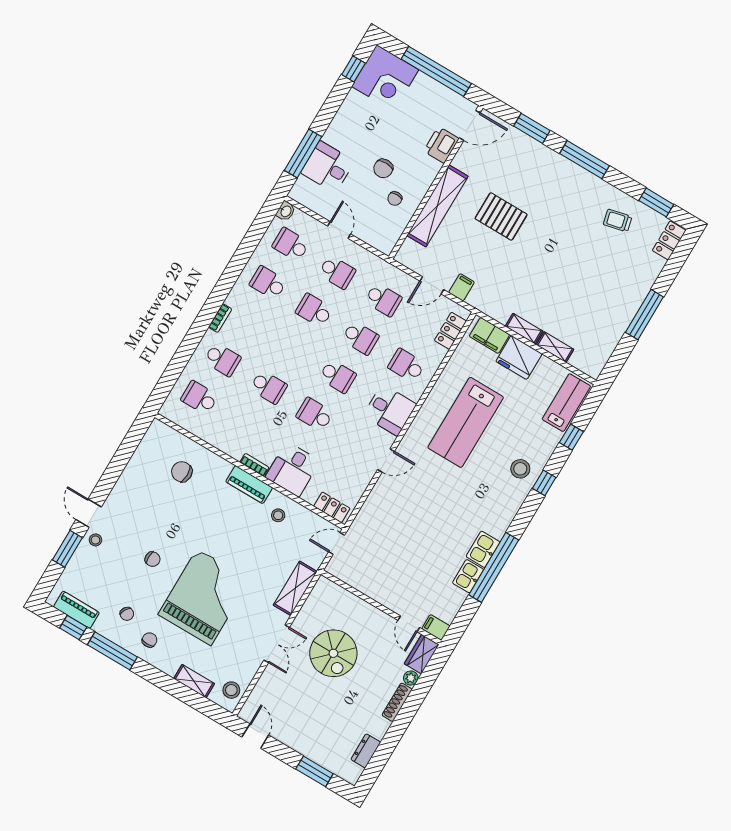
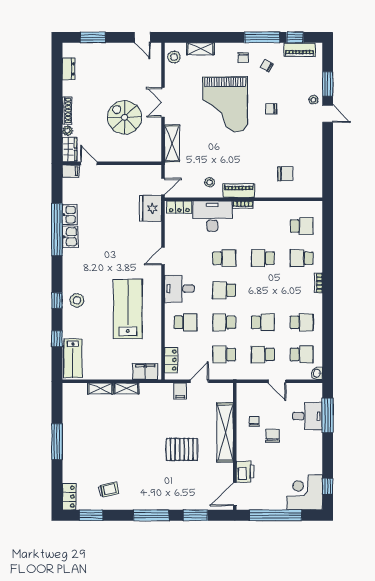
fridge: (519, 358) -> (150, 208), moved, turned -90
desk: (293, 469) -> (212, 216), width x1.37

